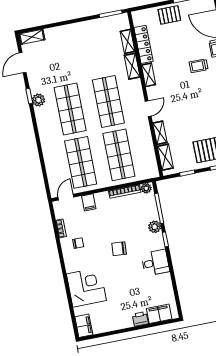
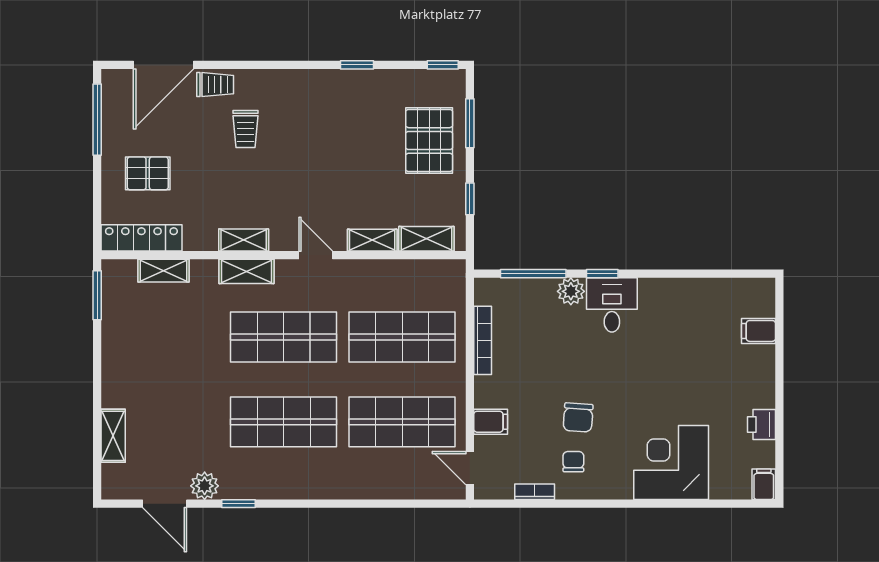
pallet: (169, 15) -> (148, 173), moved, turned 90
shelving: (32, 37) -> (113, 436), moved
locker: (143, 44) -> (141, 238), moved
shelving: (132, 66) -> (247, 271), moved
plant: (38, 100) -> (205, 486), moved
plant: (146, 188) -> (485, 293), removed
chair: (119, 249) -> (578, 417), moved
desk: (155, 263) -> (612, 305), moved
filing cabinet: (159, 314) -> (759, 331), width x0.50
printer: (140, 319) -> (762, 424), moved
filing cabinet: (84, 326) -> (764, 484), width x0.50

